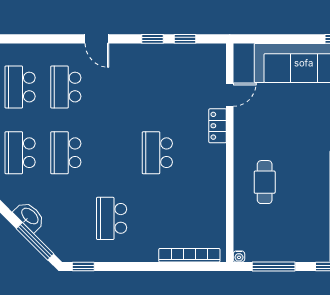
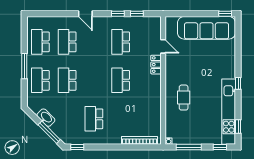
school desk: (157, 87) -> (121, 42), added
door: (230, 95) -> (163, 46), hinge flipped

